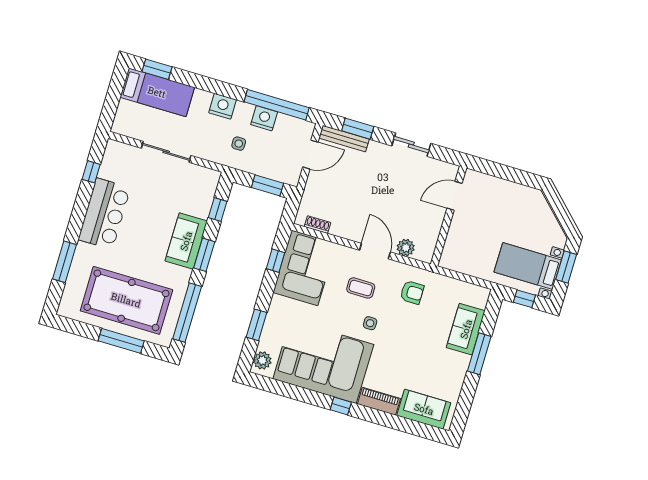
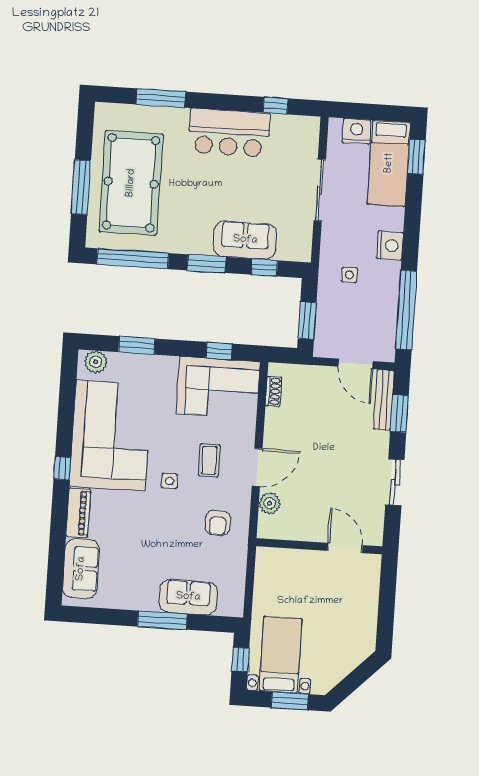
nightstand: (264, 118) -> (357, 131), moved, turned -90
sofa: (186, 241) -> (245, 240), moved

